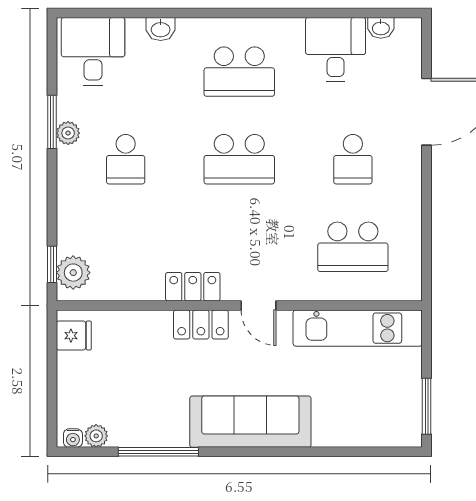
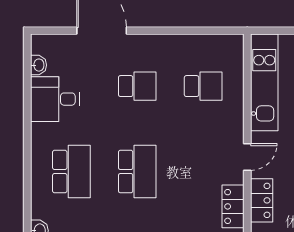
school desk: (353, 247) -> (203, 86), width x0.54

